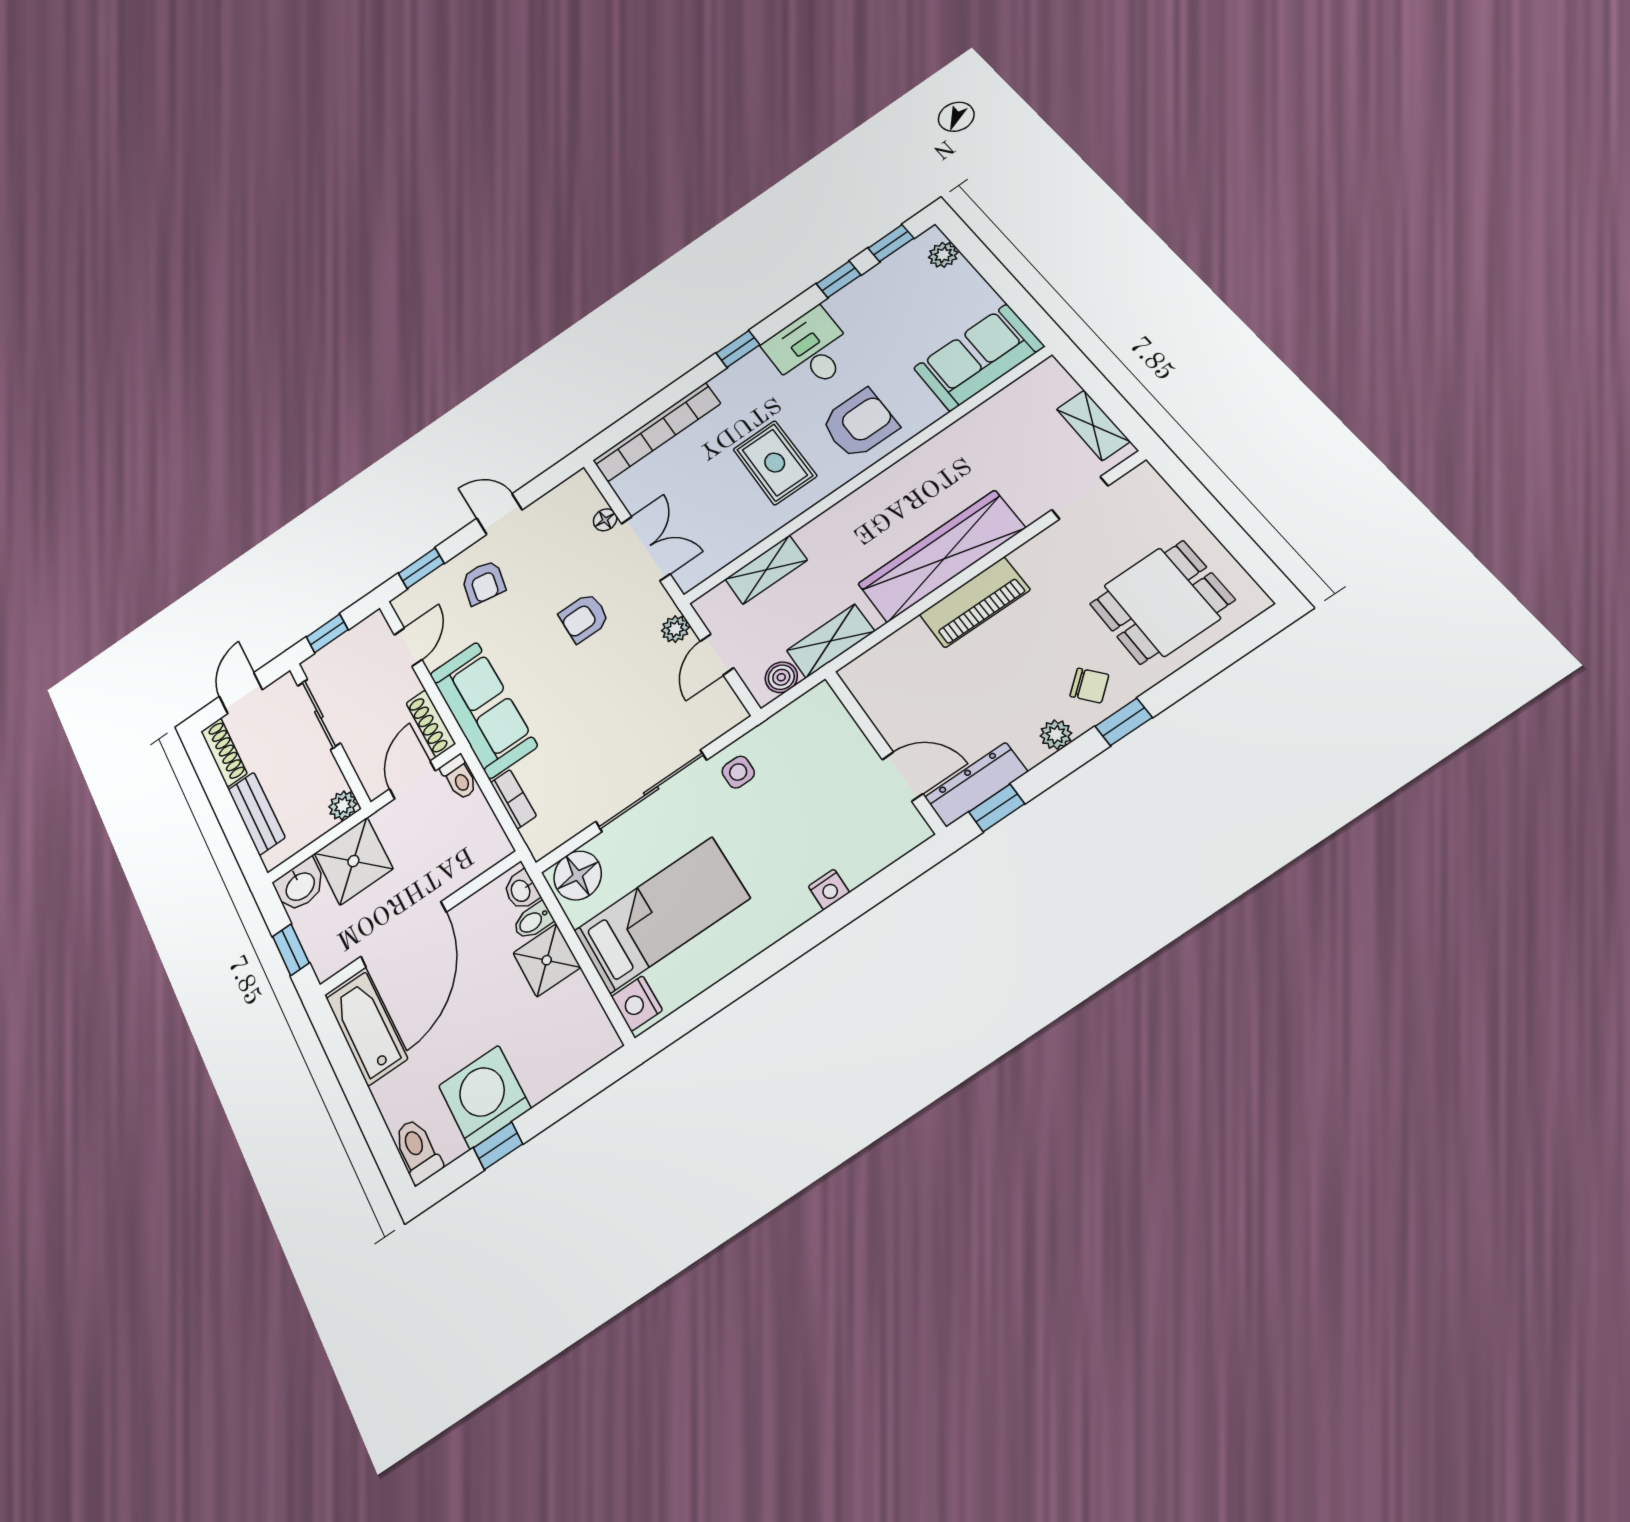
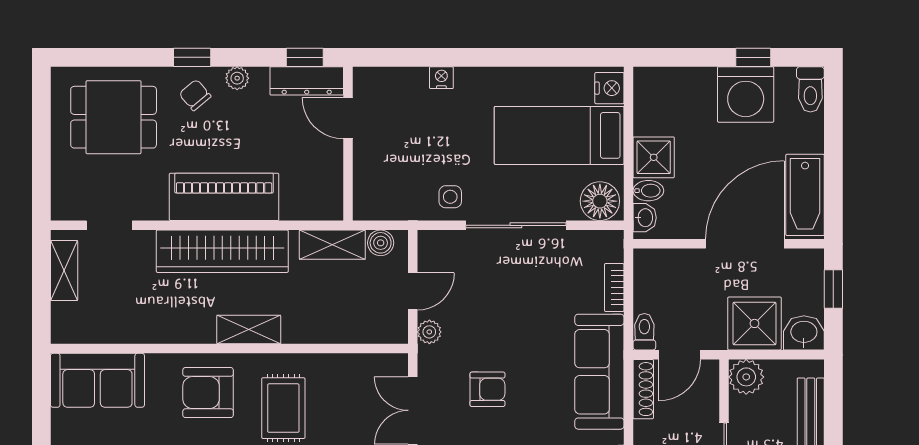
shelving: (766, 570) -> (249, 330), moved
piano: (975, 602) -> (224, 197), width x1.37, depth x1.33
plant: (343, 805) -> (746, 377), width x1.38, depth x1.38

